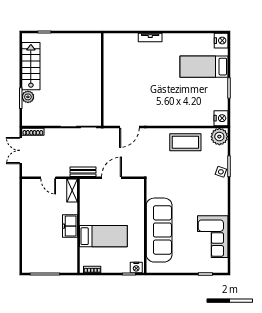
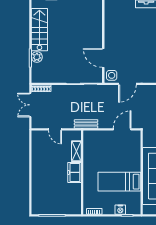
door: (102, 98) -> (103, 58), added
side table: (112, 117) -> (112, 75), added
door: (111, 178) -> (122, 129), moved
shelving: (72, 191) -> (76, 151), moved
bed: (103, 236) -> (119, 182), moved, turned 180
nightstand: (136, 268) -> (120, 210), moved

